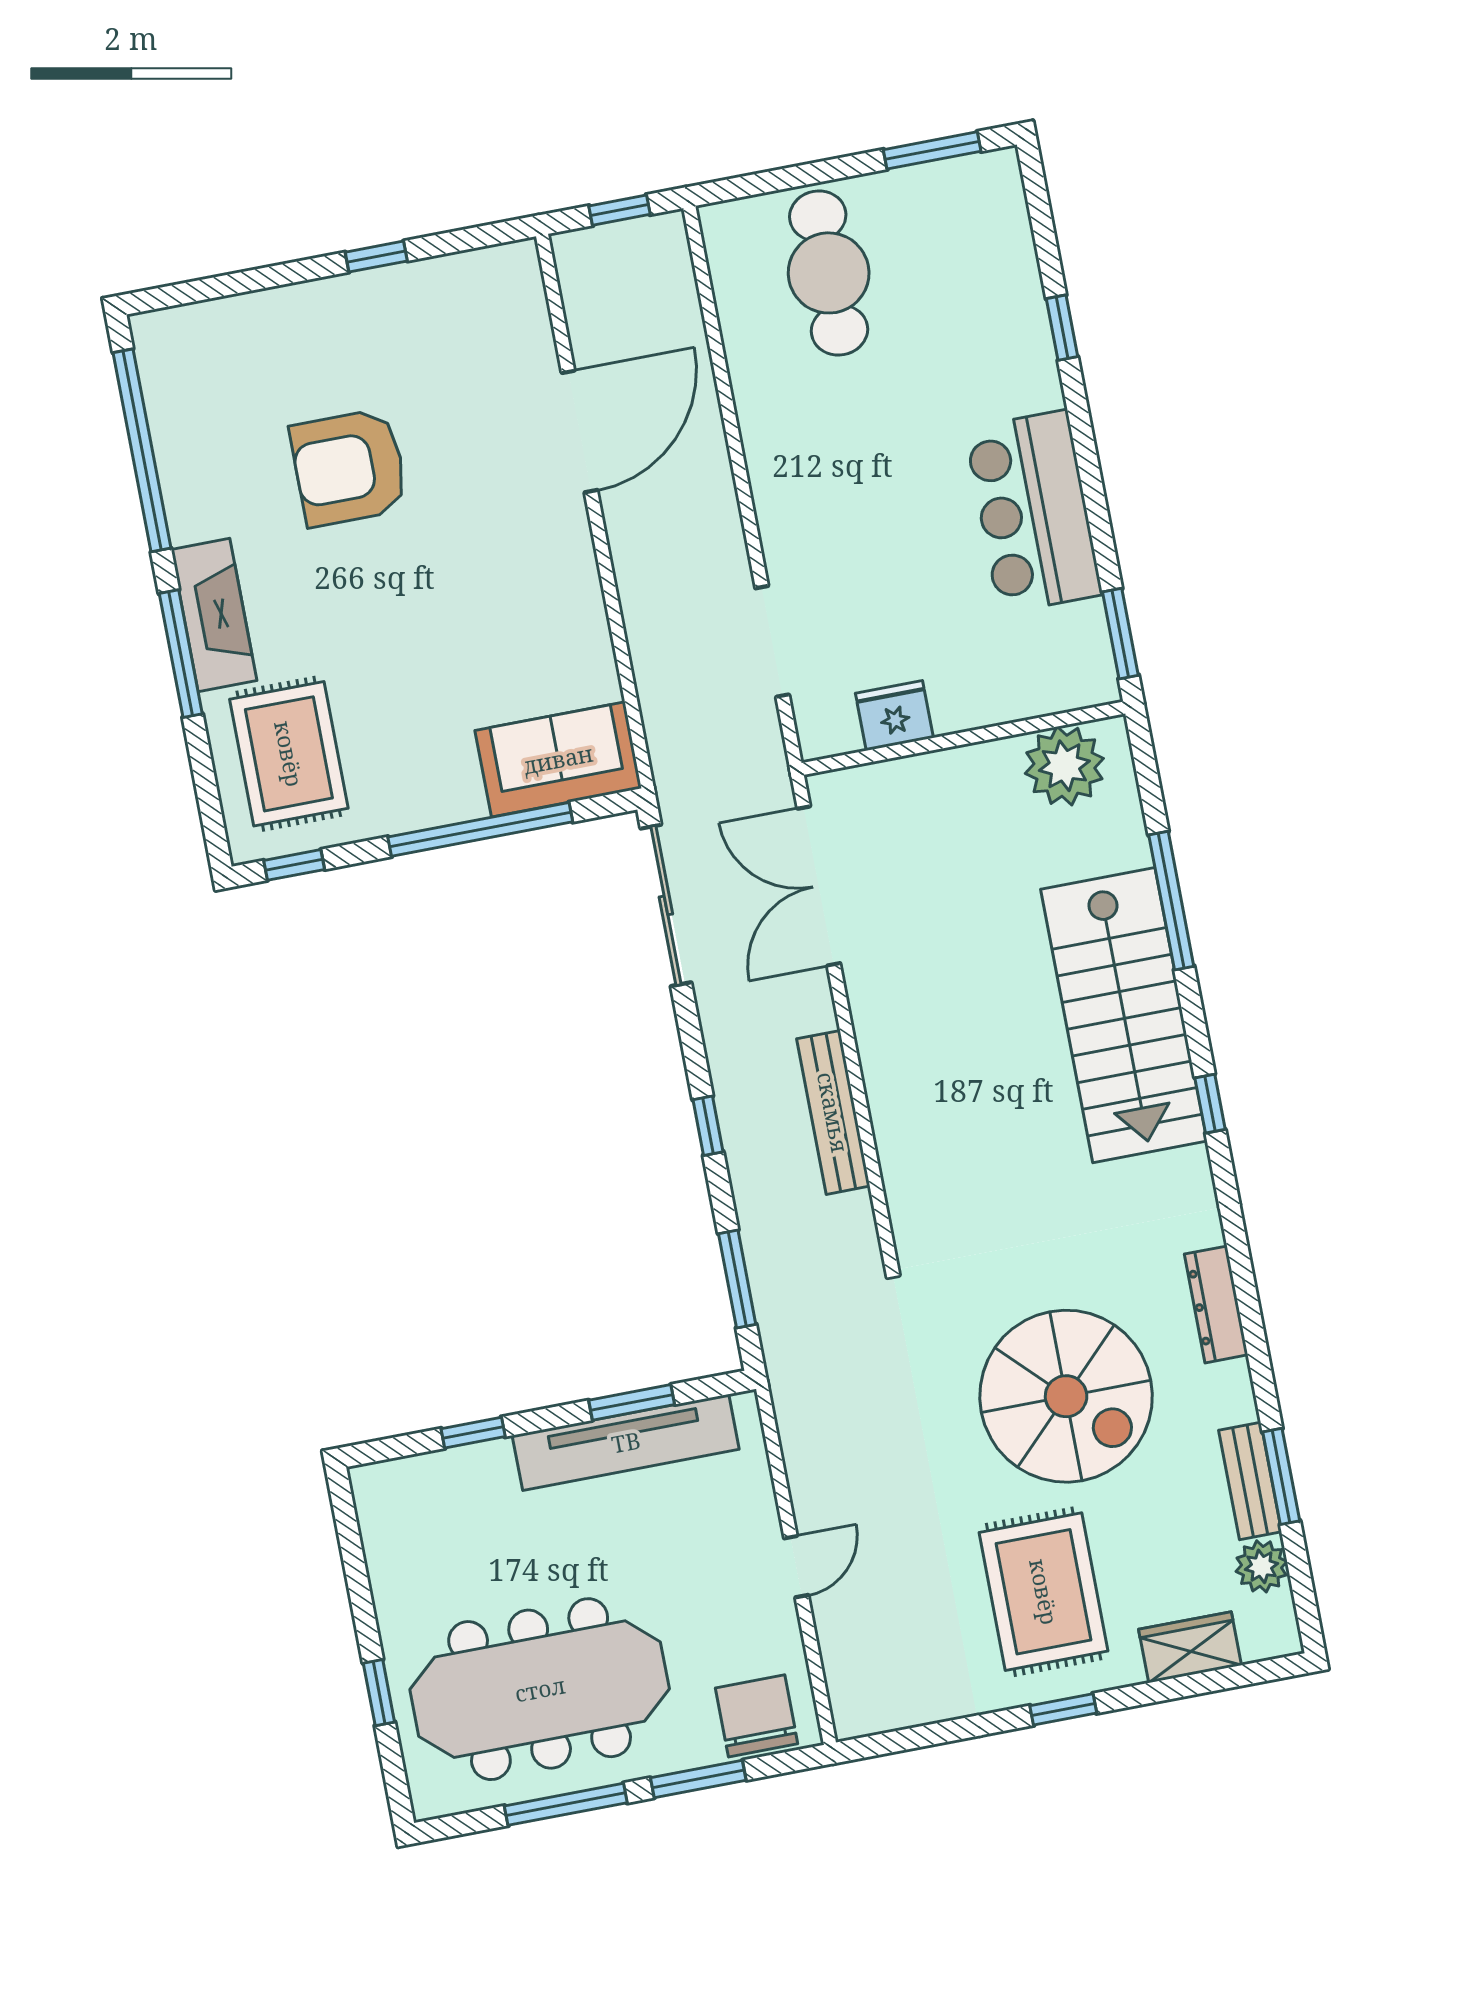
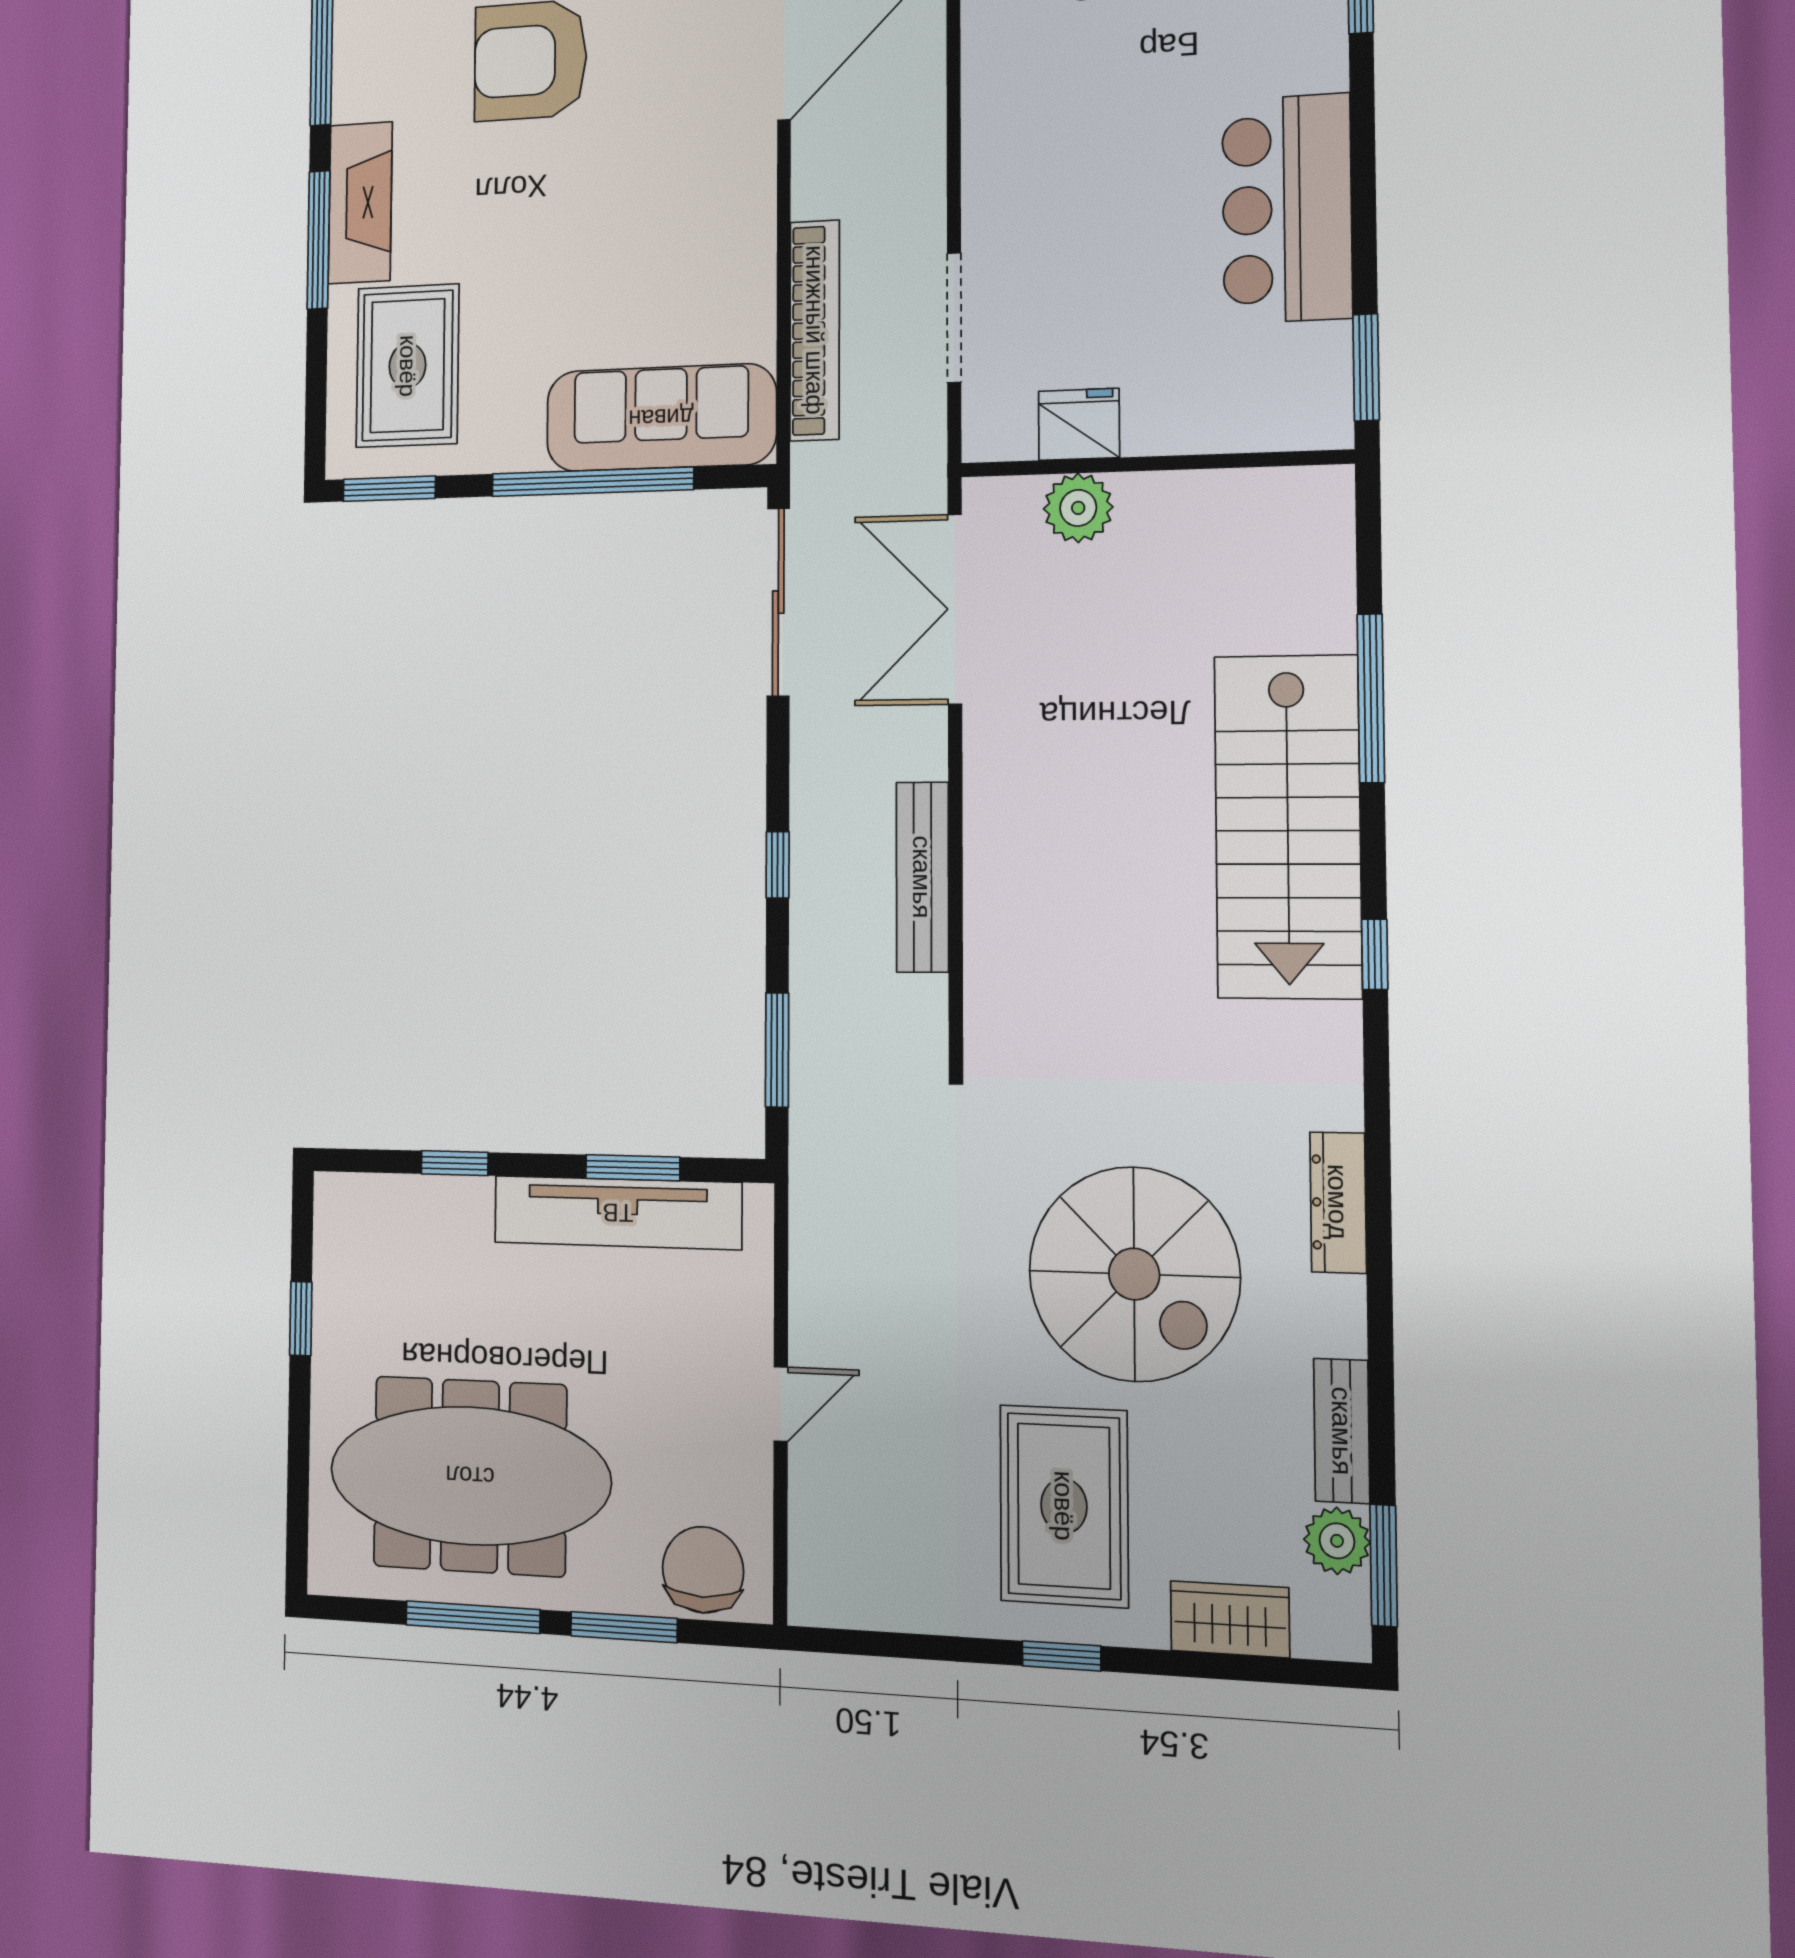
bookcase: (653, 670) -> (815, 330), added
sofa: (558, 759) -> (661, 418), width x1.36
plant: (1064, 766) -> (1078, 508), moved, width x0.73, depth x0.73
window: (294, 865) -> (389, 489), width x1.50
window: (1281, 1476) -> (1384, 1565), moved
window: (379, 1693) -> (301, 1319), moved

